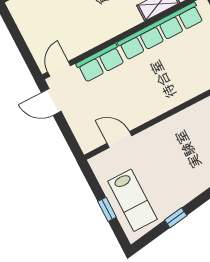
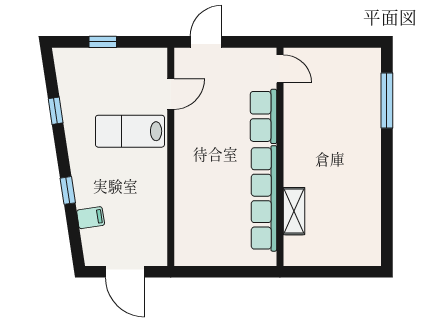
door: (51, 102) -> (206, 42), moved
lab bench: (132, 200) -> (130, 131), moved

